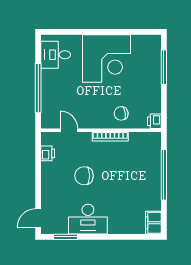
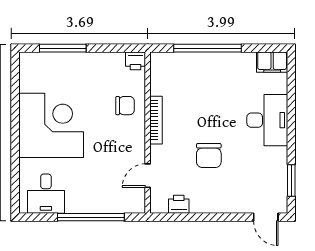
chair: (121, 113) -> (125, 106), turned -81
desk: (88, 219) -> (267, 120), moved

